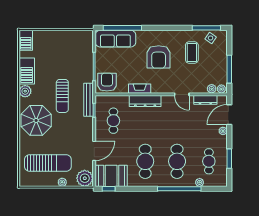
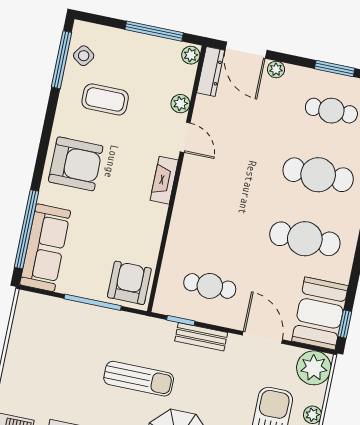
armchair: (159, 57) -> (76, 164), moved
armchair: (107, 82) -> (129, 283), turned 90
fireplace: (140, 89) -> (164, 180), moved
plant: (212, 89) -> (180, 104), moved
door: (182, 94) -> (185, 137), hinge flipped
bench: (88, 100) -> (201, 337), moved, width x0.73
dresser: (205, 100) -> (211, 72), moved
dresser: (145, 101) -> (183, 214), removed

